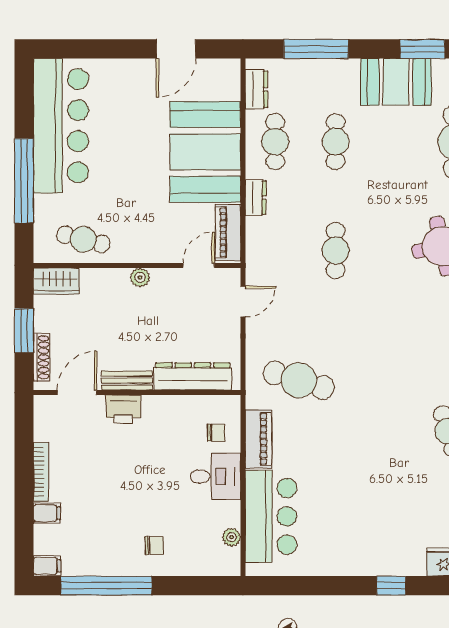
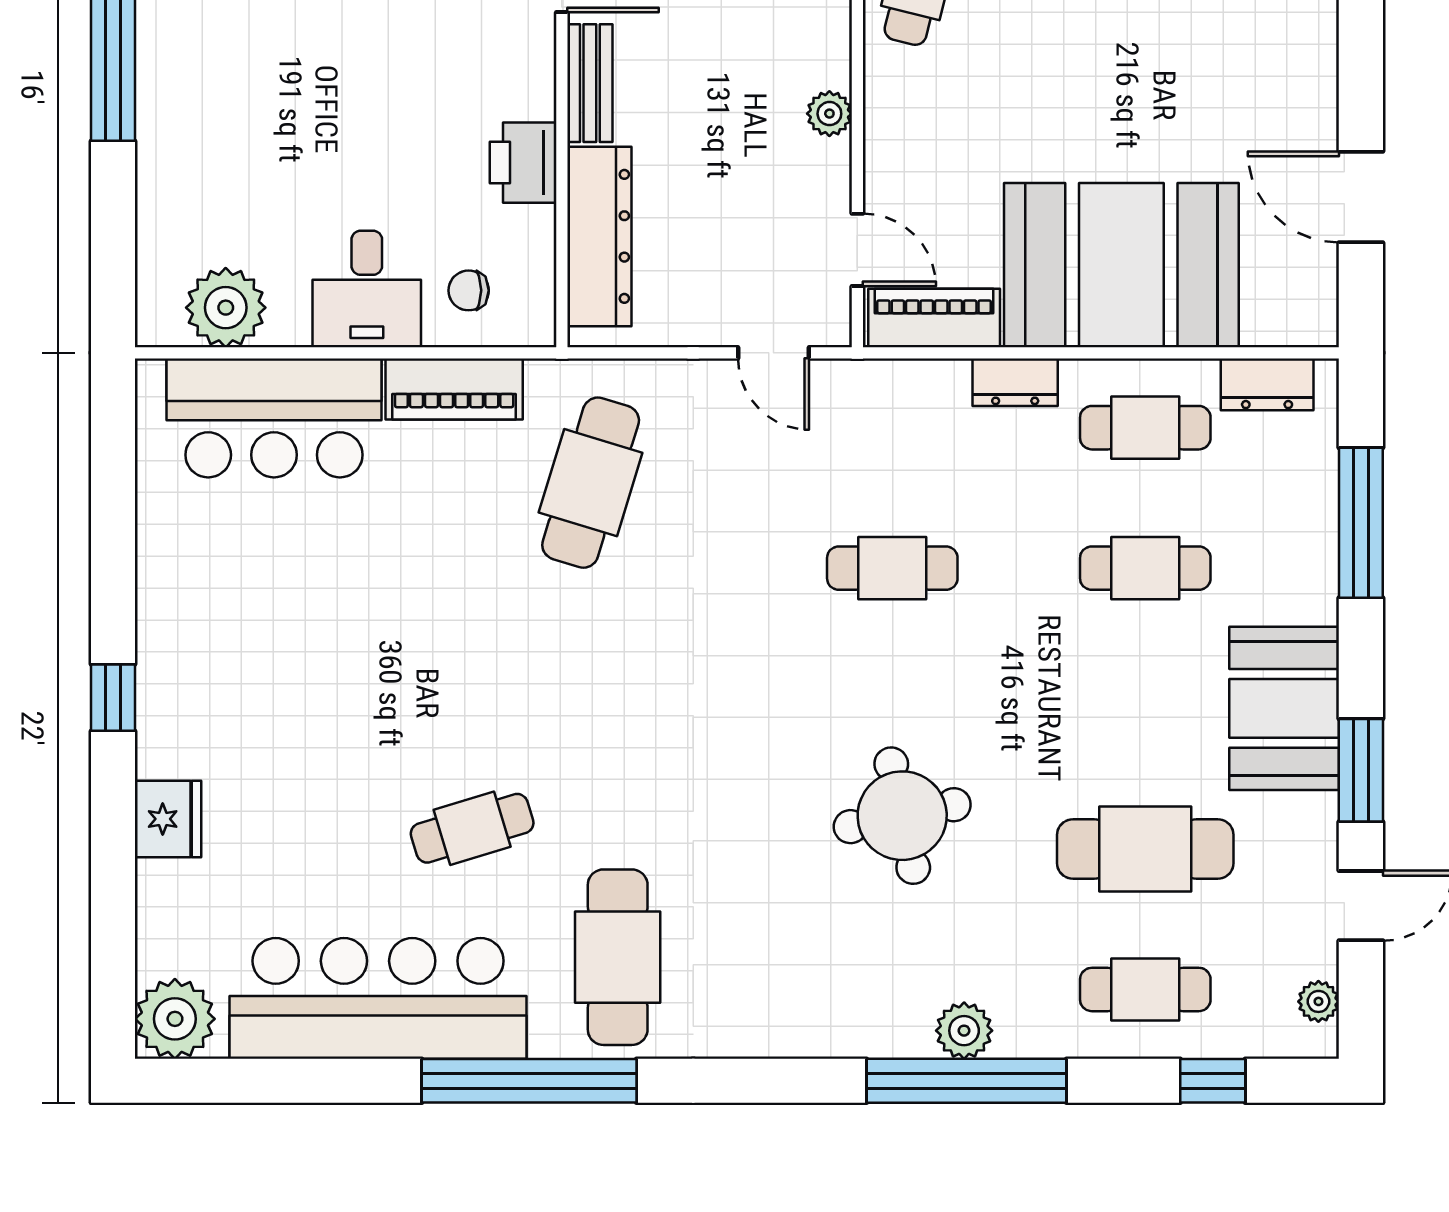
printer: (123, 409) -> (523, 163), moved
chair: (216, 433) -> (469, 290), turned 90
plant: (231, 537) -> (226, 308), width x1.88, depth x1.88
chair: (154, 545) -> (206, 147), removed

